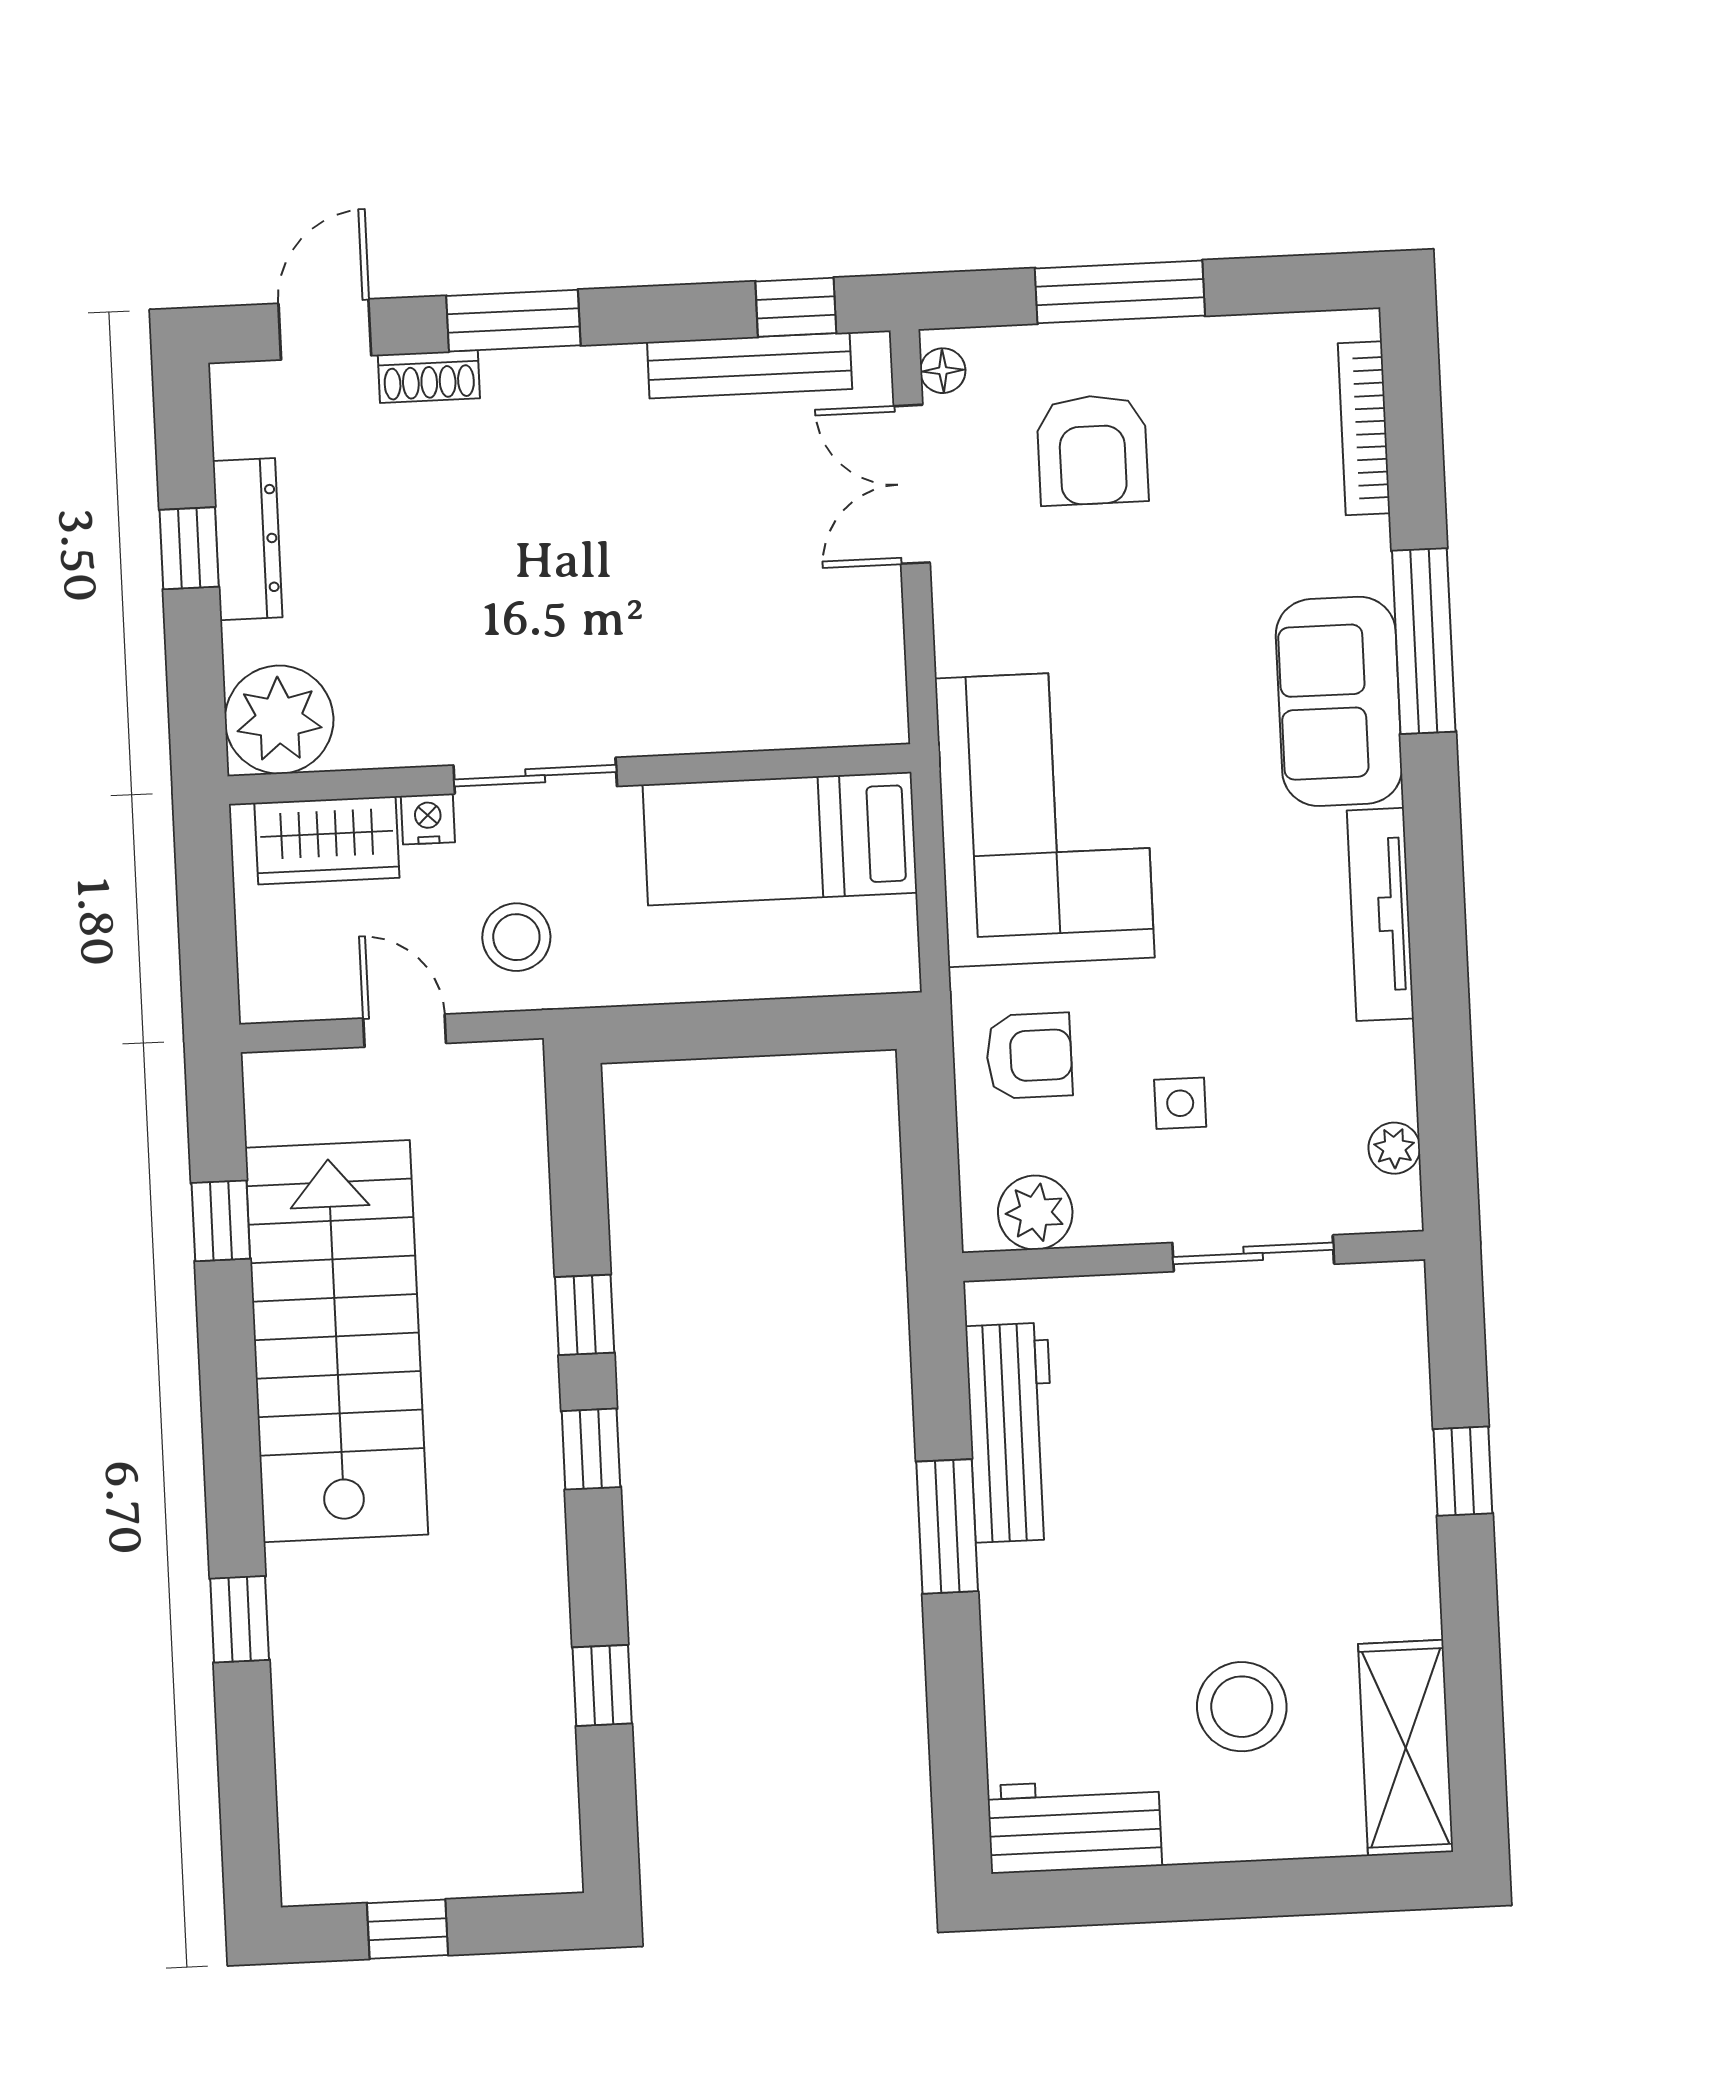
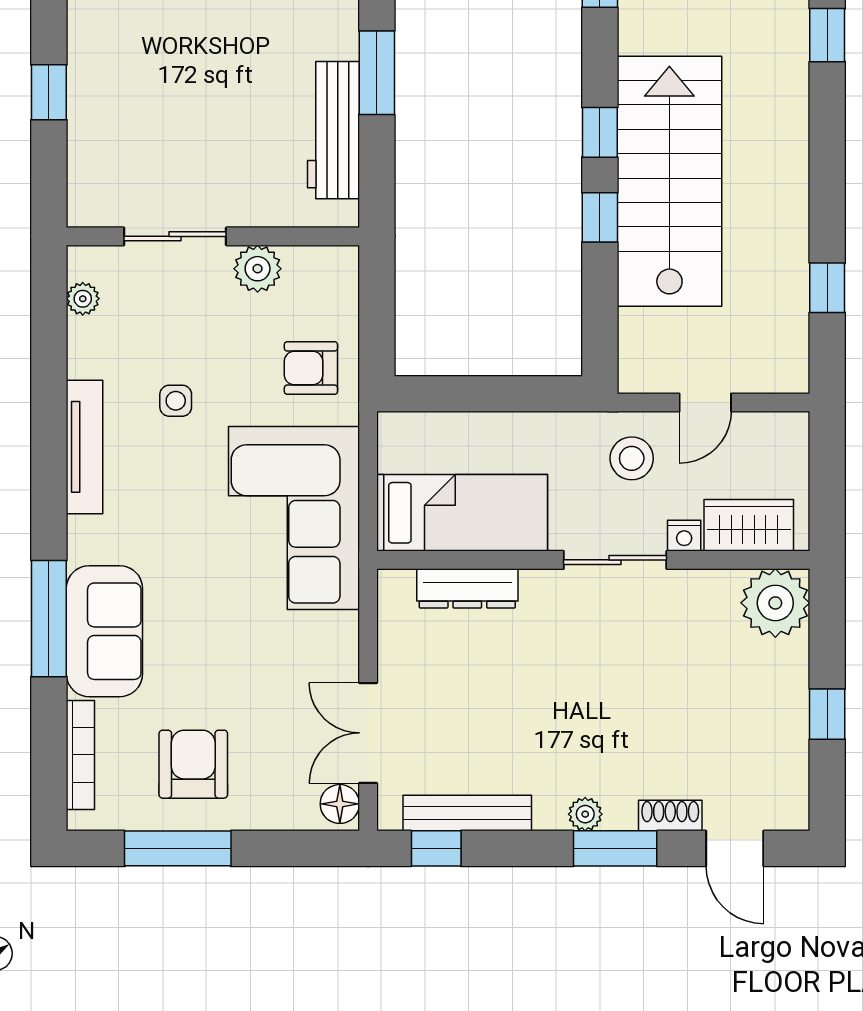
window: (1120, 292) -> (178, 848), moved
door: (325, 329) -> (735, 848), hinge flipped
floor lamp: (943, 371) -> (340, 804), width x1.37, depth x1.37
plant: (563, 372) -> (585, 814), added
armchair: (1092, 450) -> (193, 764), moved
double door: (912, 484) -> (368, 733), swing flipped
dresser: (248, 539) -> (467, 588), moved, turned -90
sofa: (1339, 701) -> (104, 631), moved
door: (405, 1031) -> (705, 402), hinge flipped
side table: (1180, 1103) -> (176, 401), moved
plant: (1035, 1213) -> (258, 269), moved
stairs: (337, 1341) -> (669, 181), moved, turned 180

